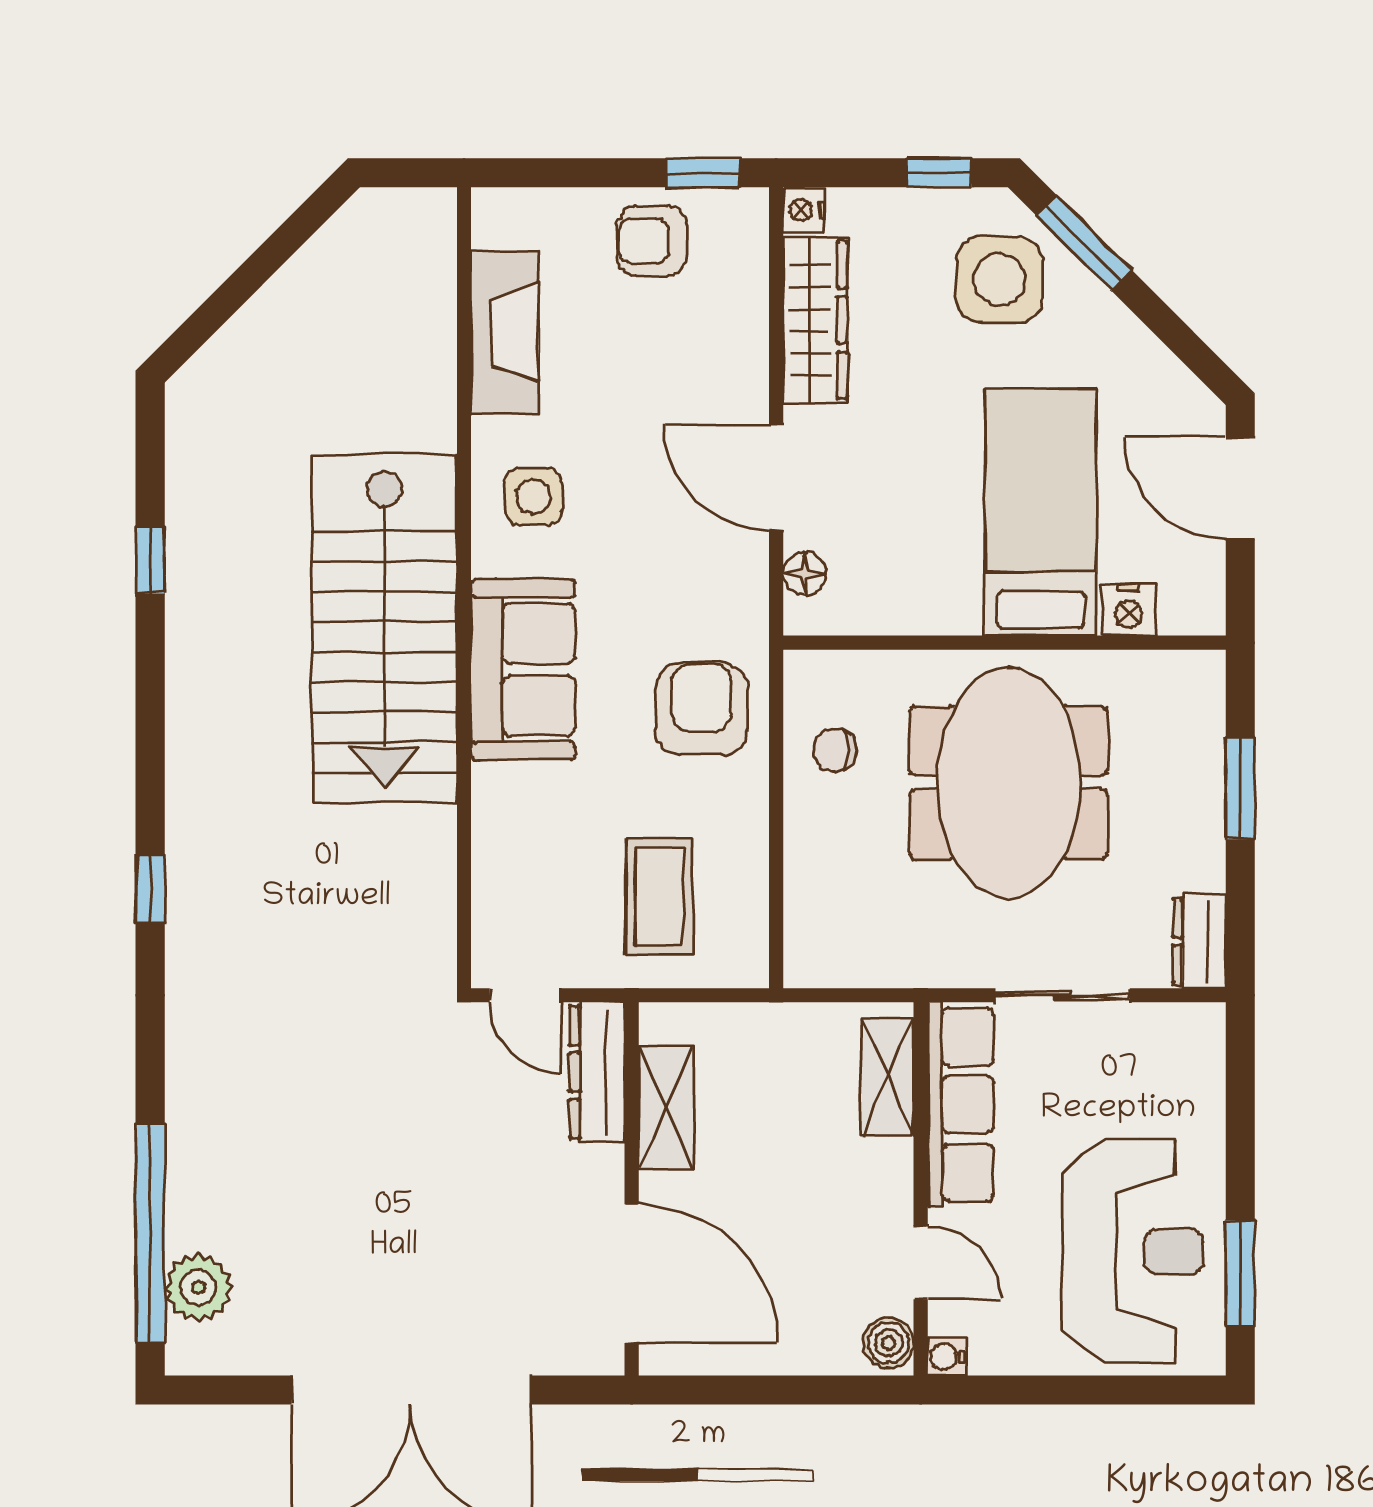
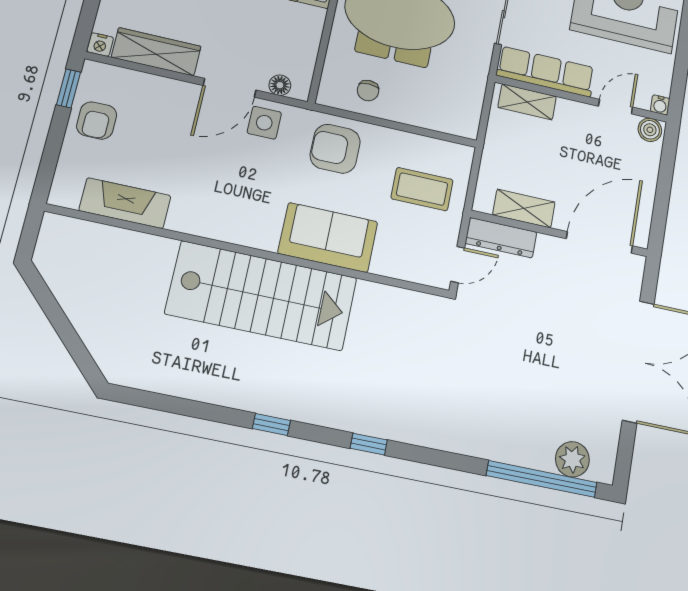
side table: (533, 497) -> (264, 123), moved
window: (150, 560) -> (271, 424), moved
sofa: (523, 670) -> (328, 238), moved

